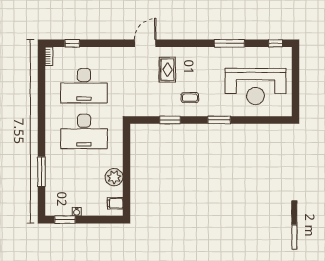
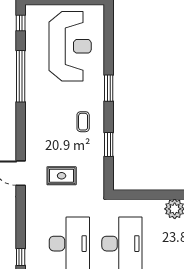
window: (229, 43) -> (21, 76), width x1.46
rug: (167, 70) -> (62, 176), moved

